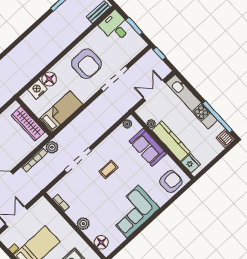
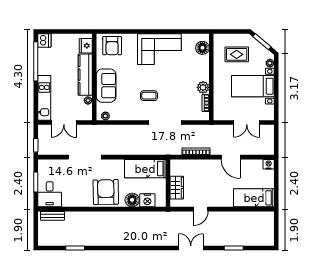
armchair: (87, 64) -> (106, 192), moved
kitchen unit: (192, 102) -> (44, 98), width x0.73
wardrobe: (28, 124) -> (177, 188), width x0.67
plant: (52, 147) -> (175, 149), removed
armchair: (171, 182) -> (112, 46), turned -90
plant: (83, 224) -> (203, 87), moved

